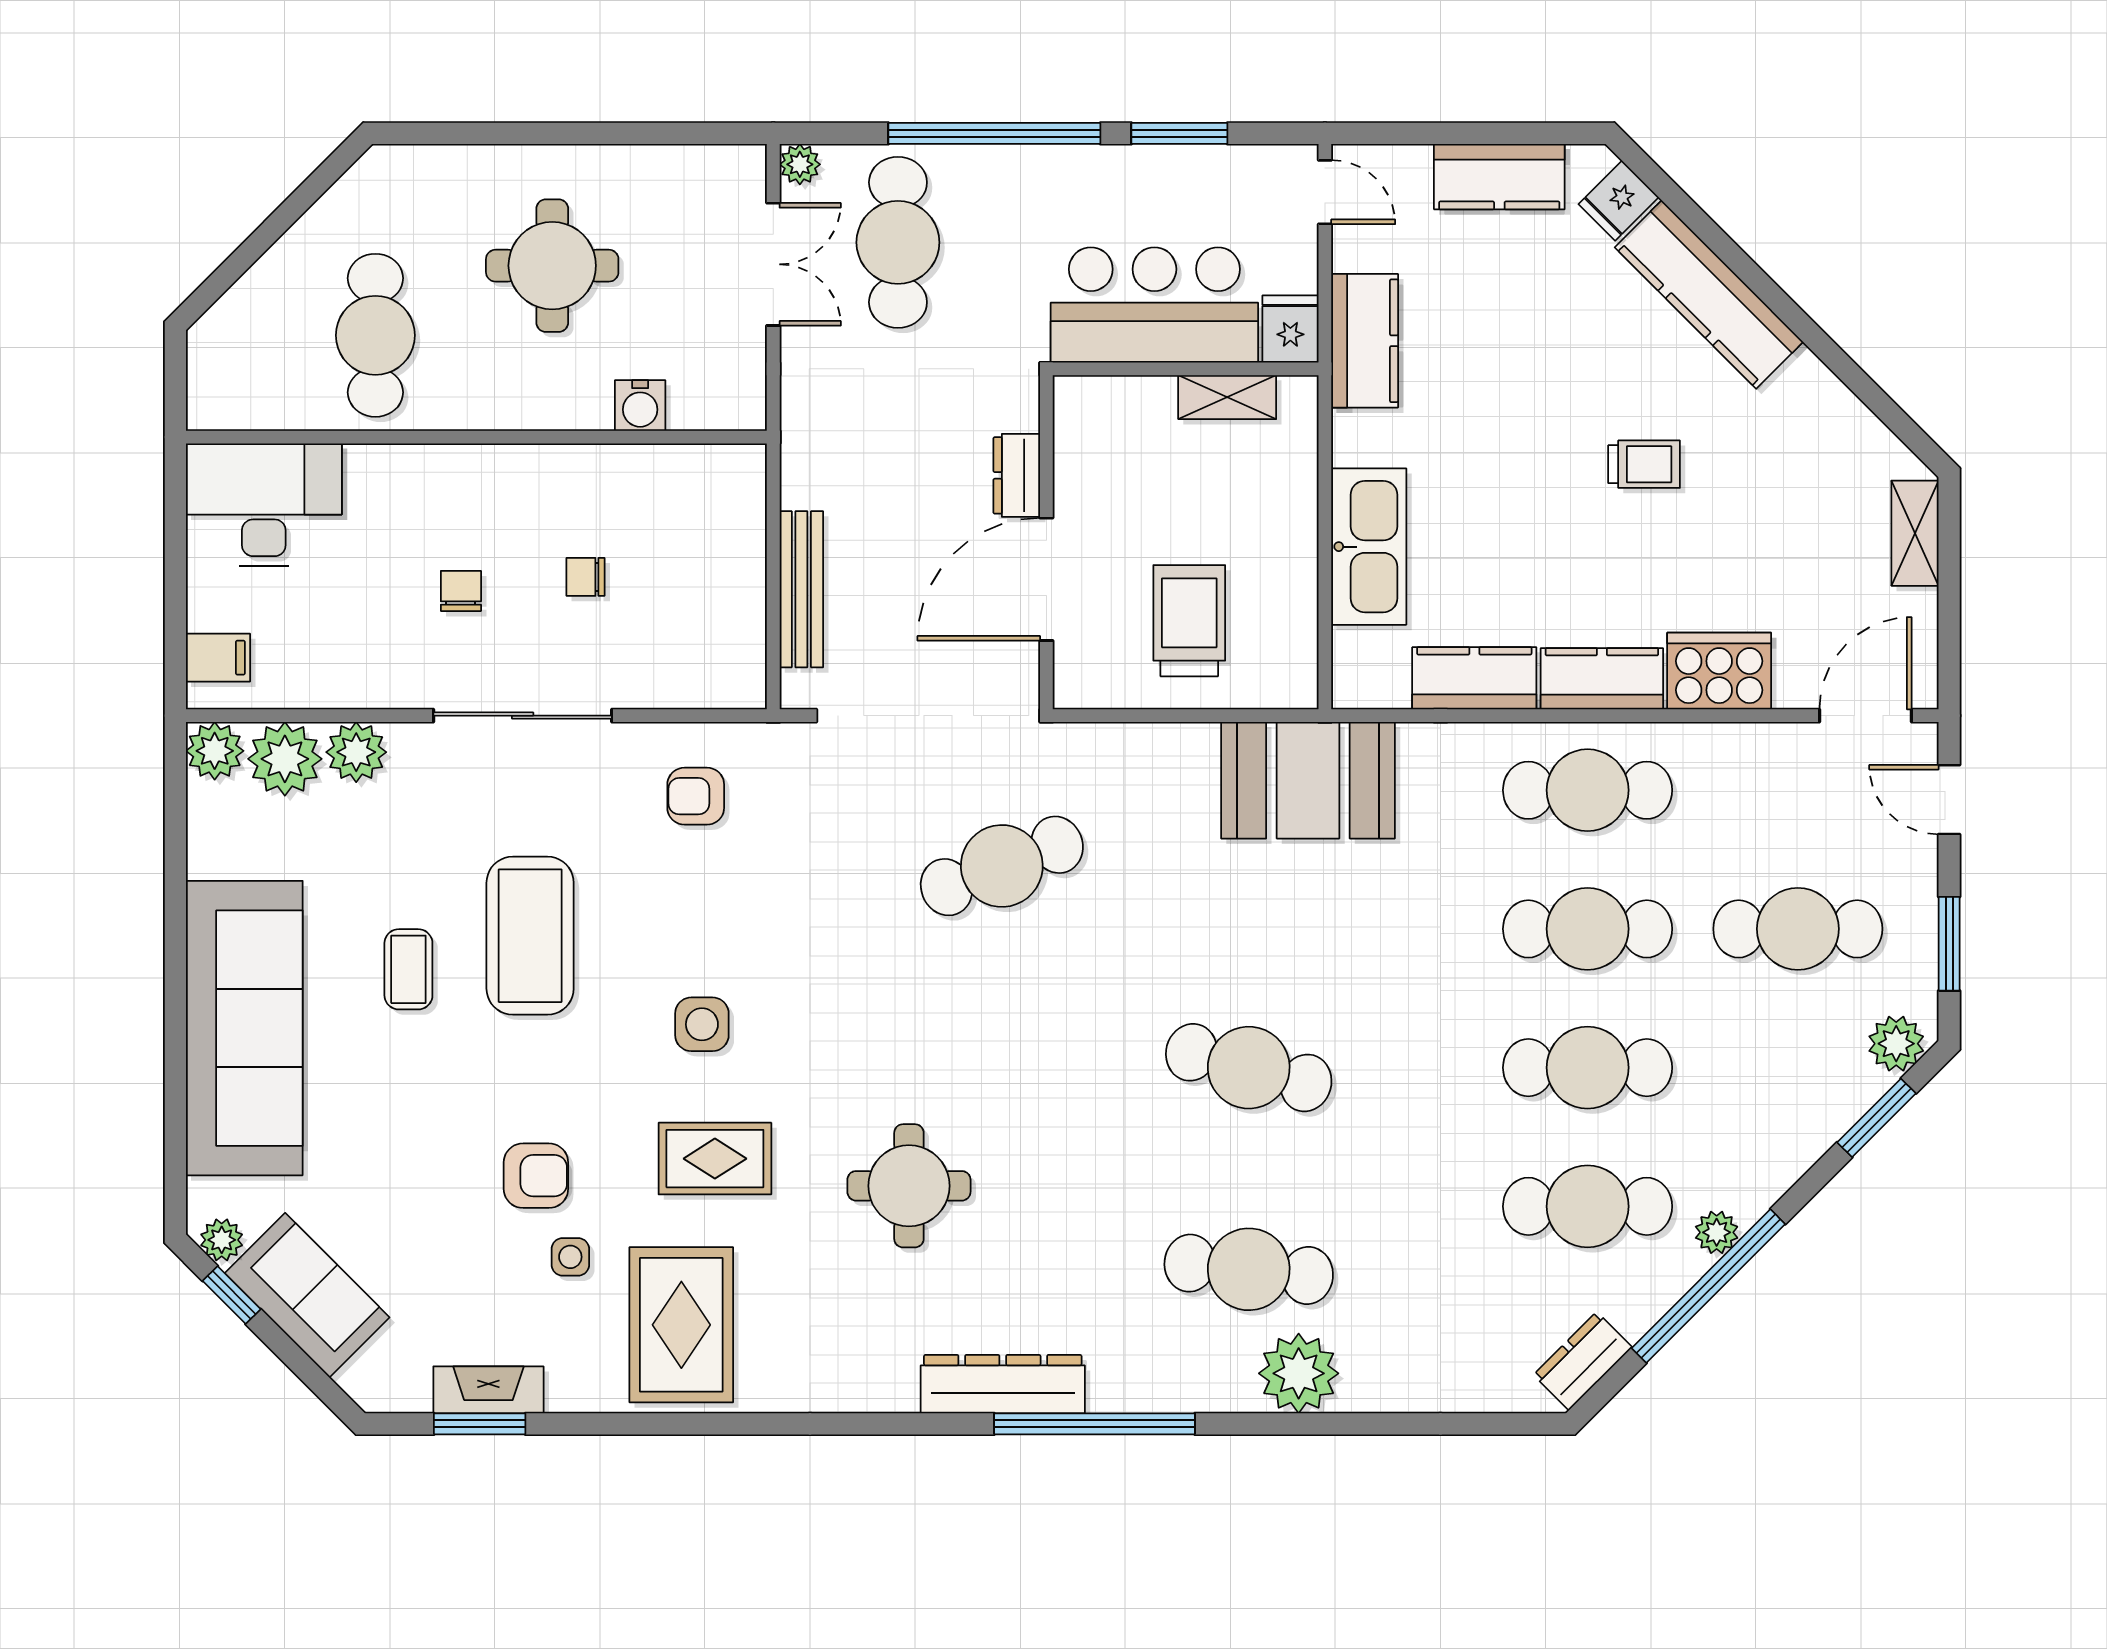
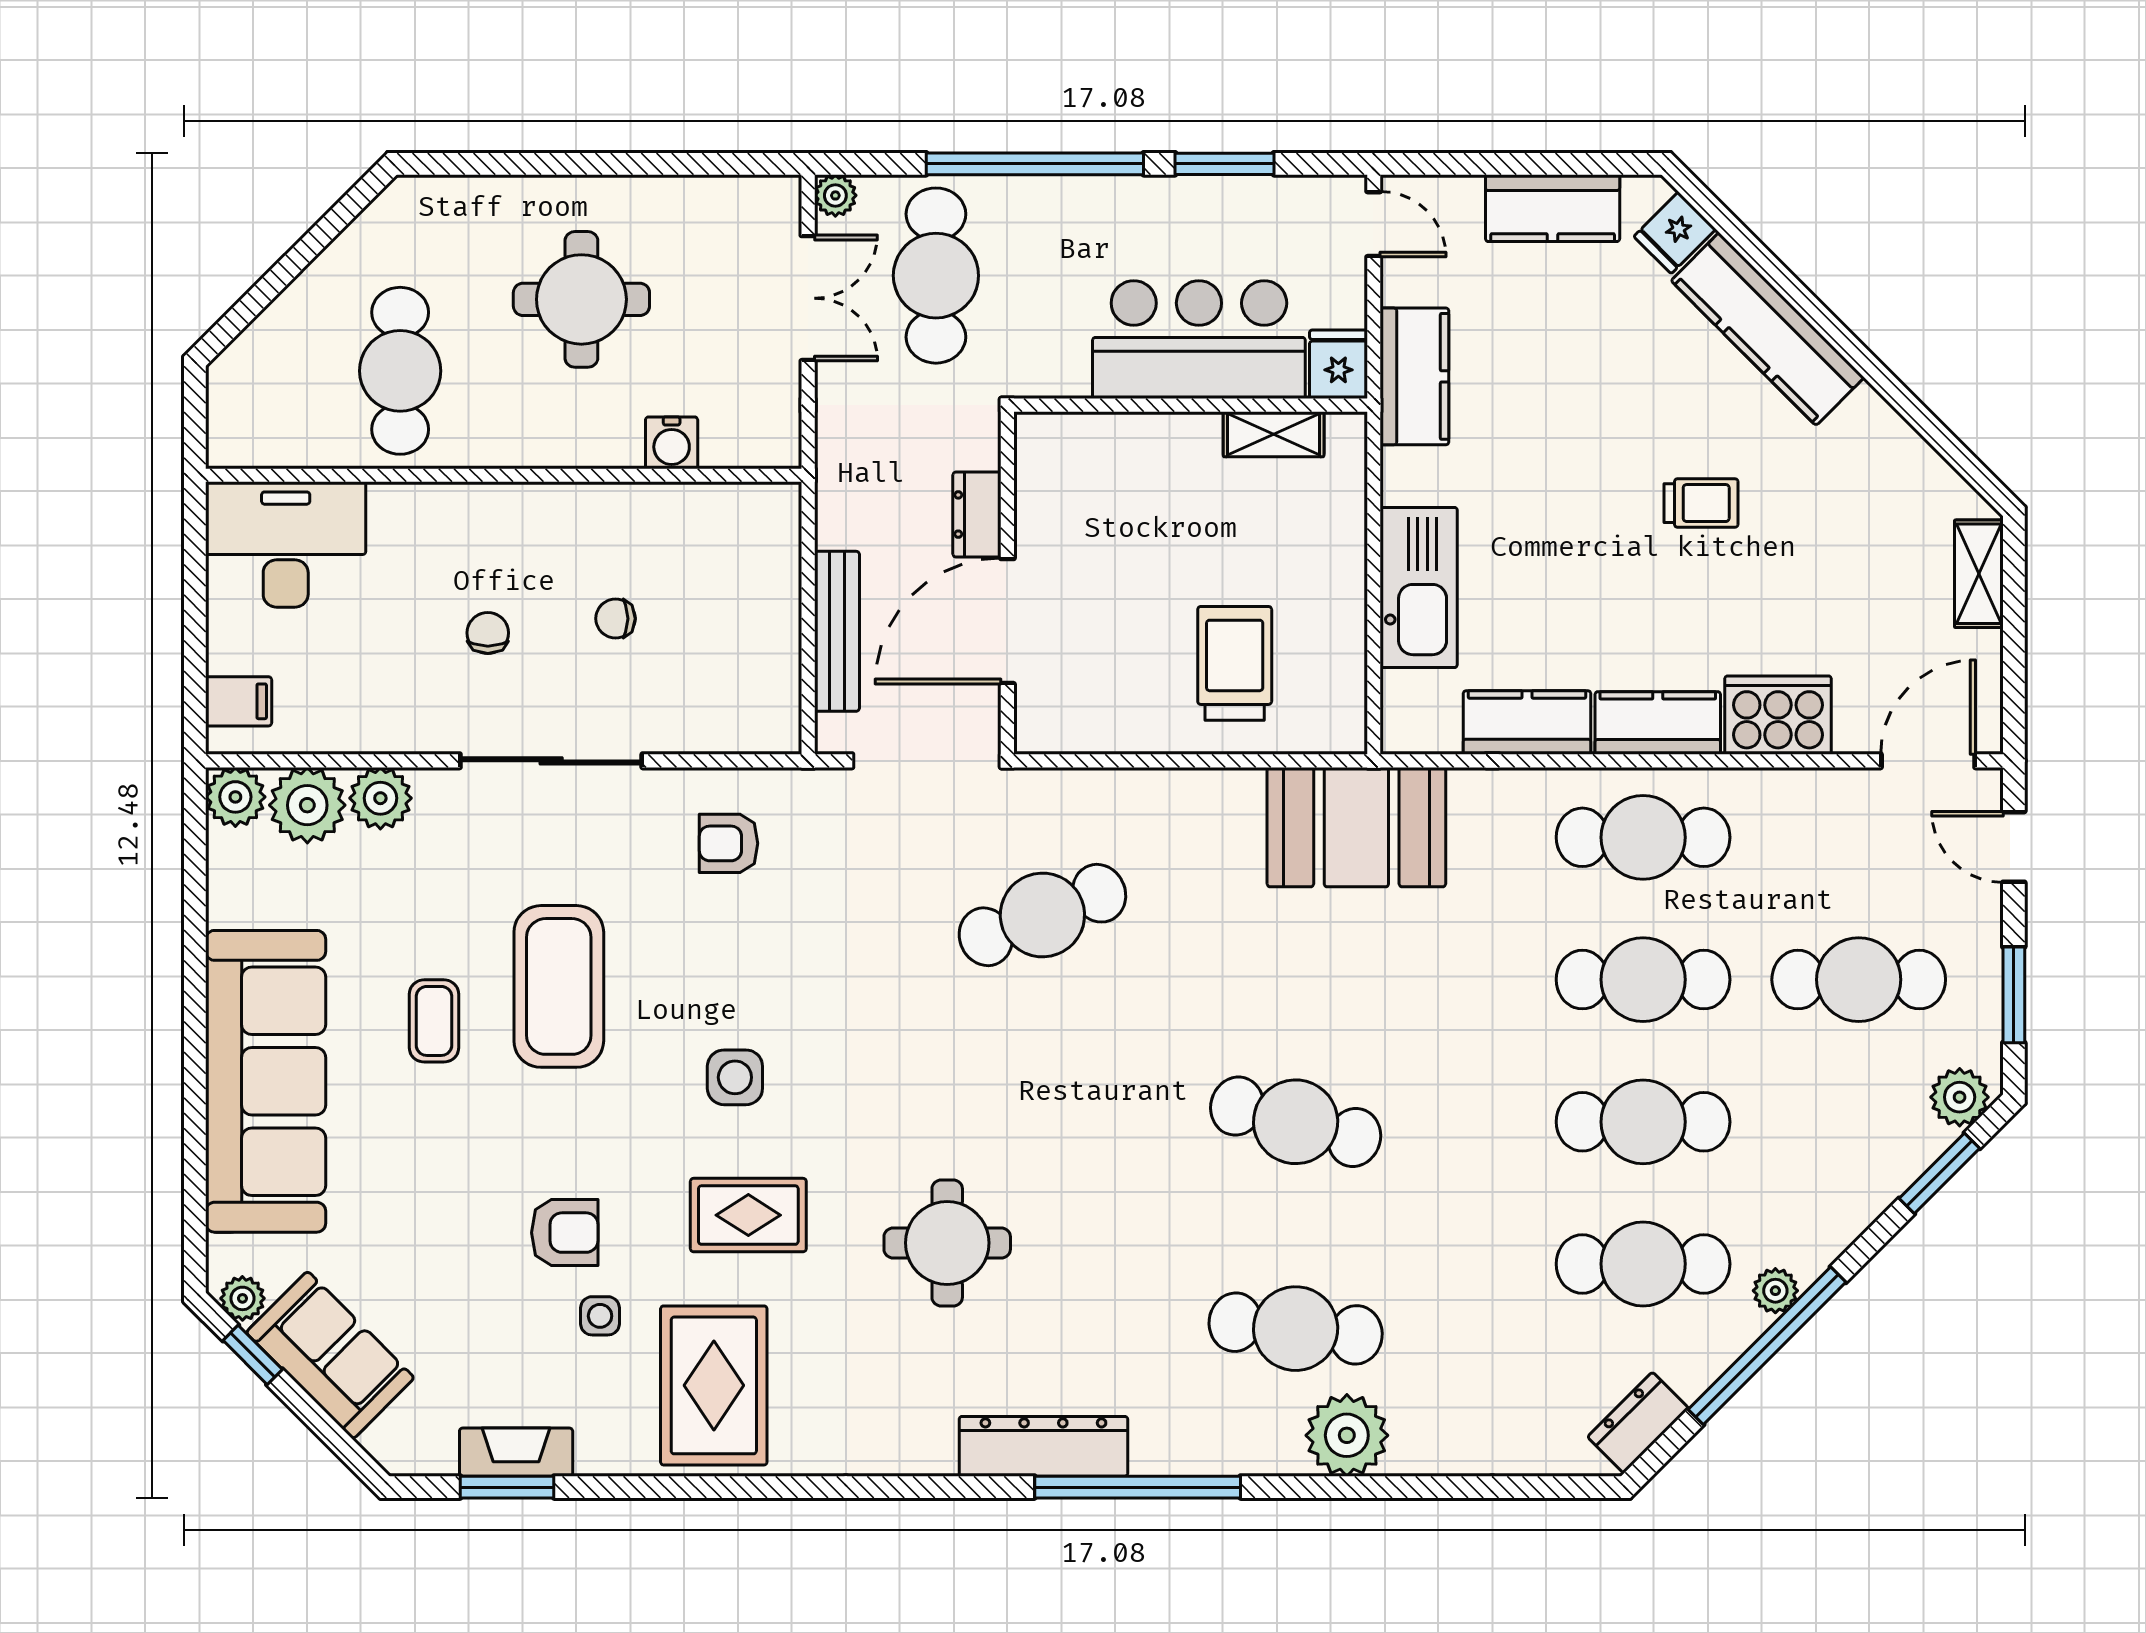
dresser: (1017, 475) -> (977, 515), moved
wall: (1046, 542) -> (1007, 583), moved
door: (1046, 579) -> (1007, 621), moved

